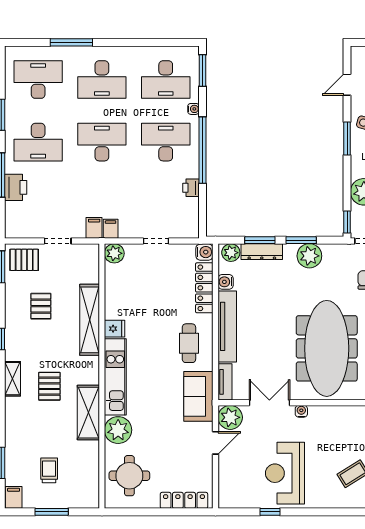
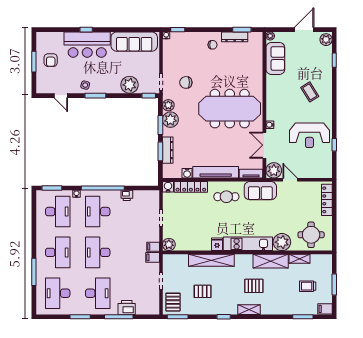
plant: (231, 253) -> (168, 105), moved
shelving: (92, 458) -> (300, 259), added

